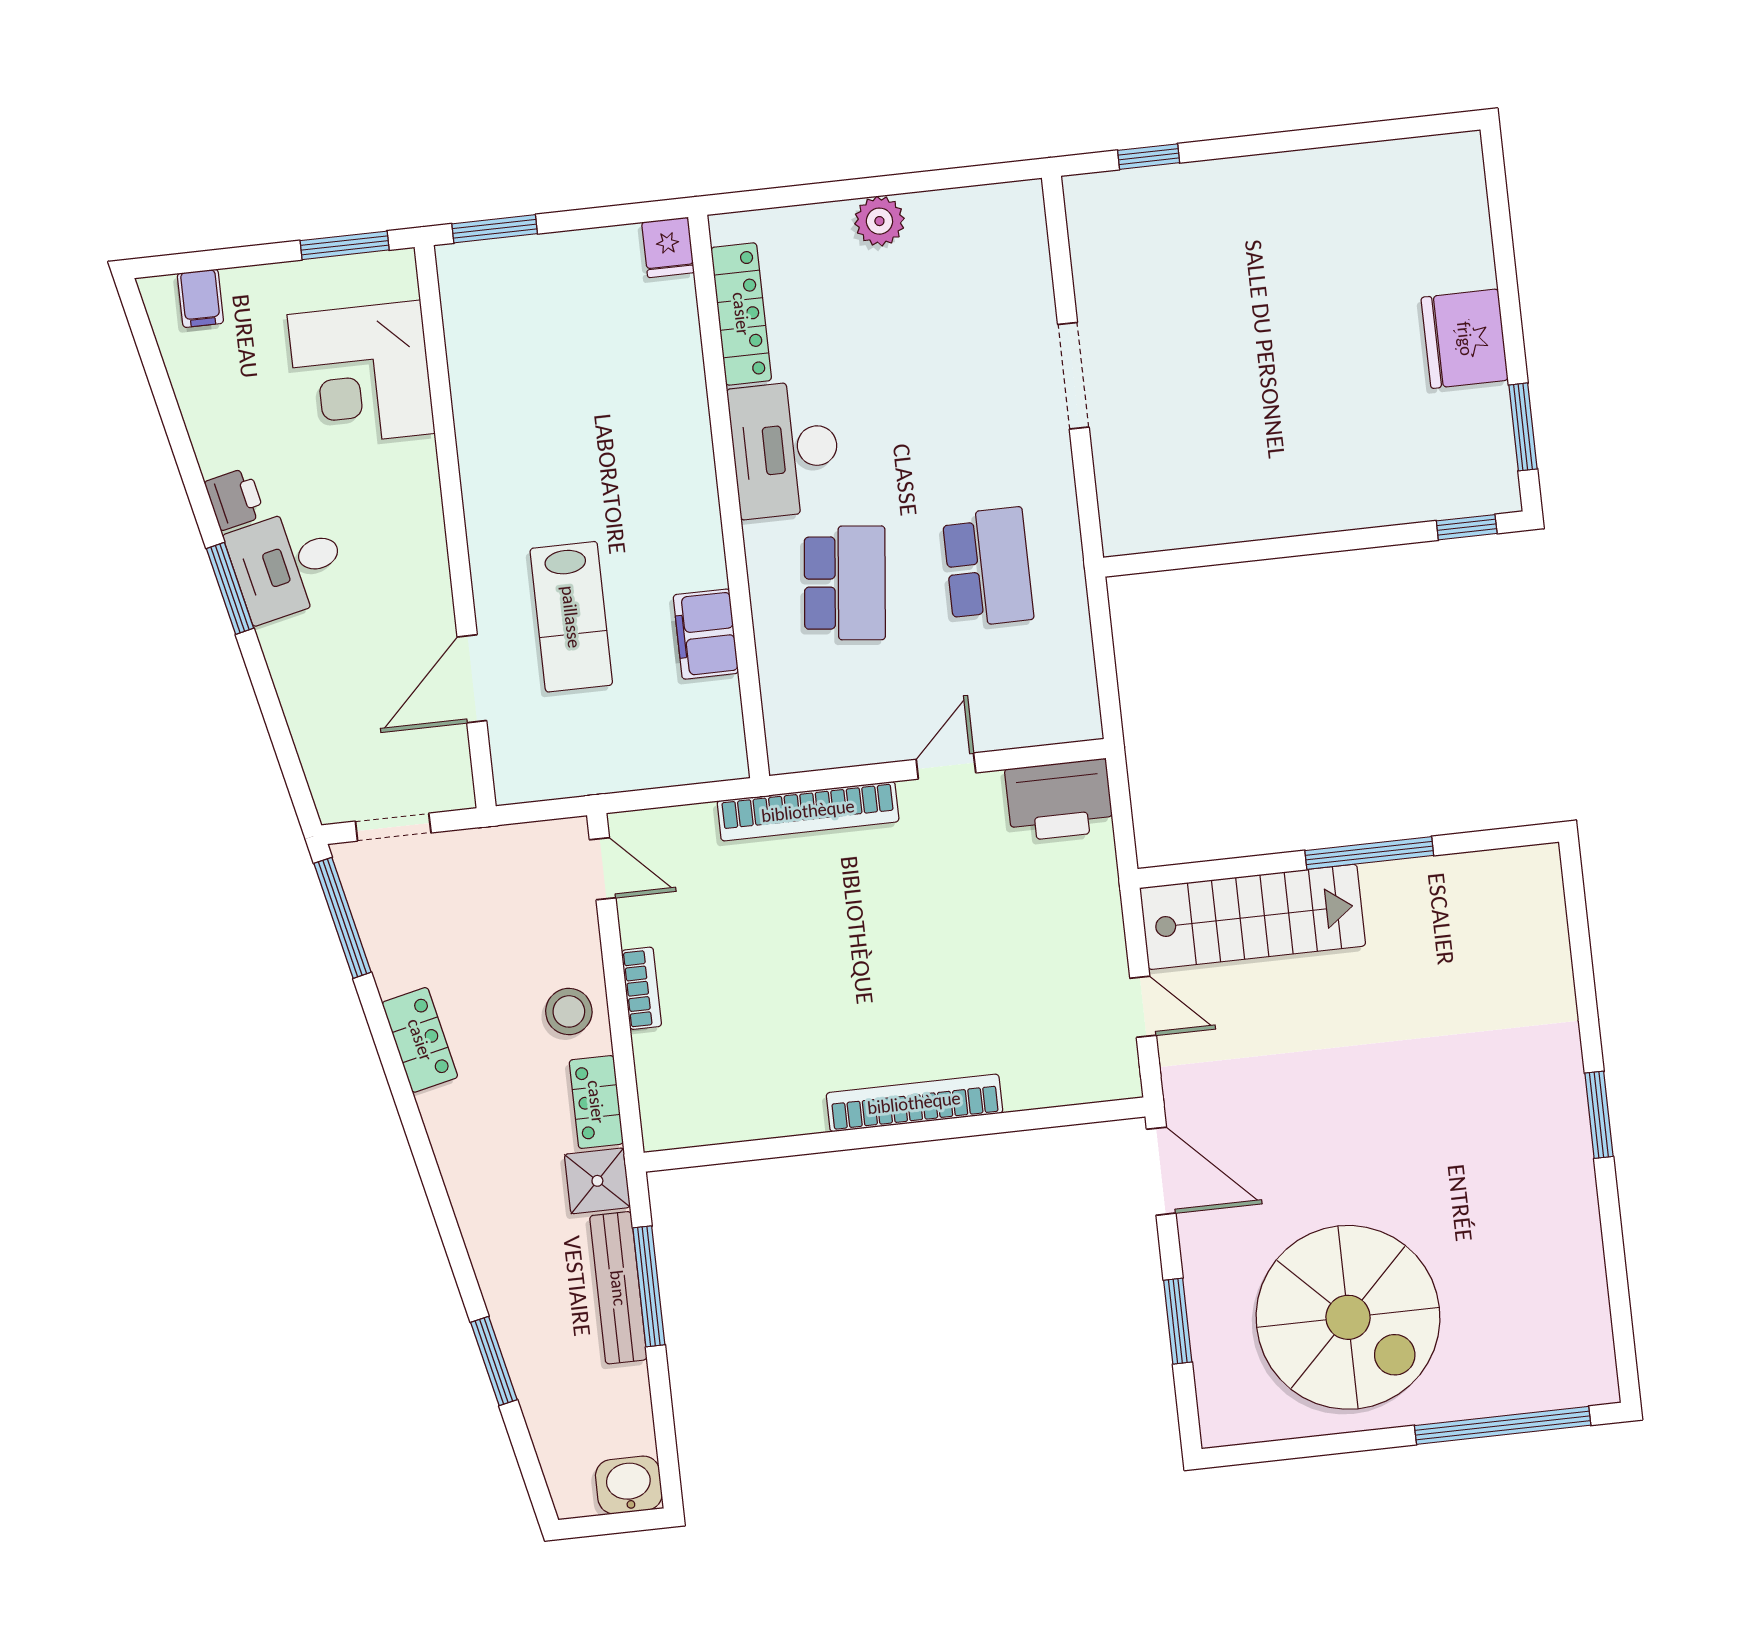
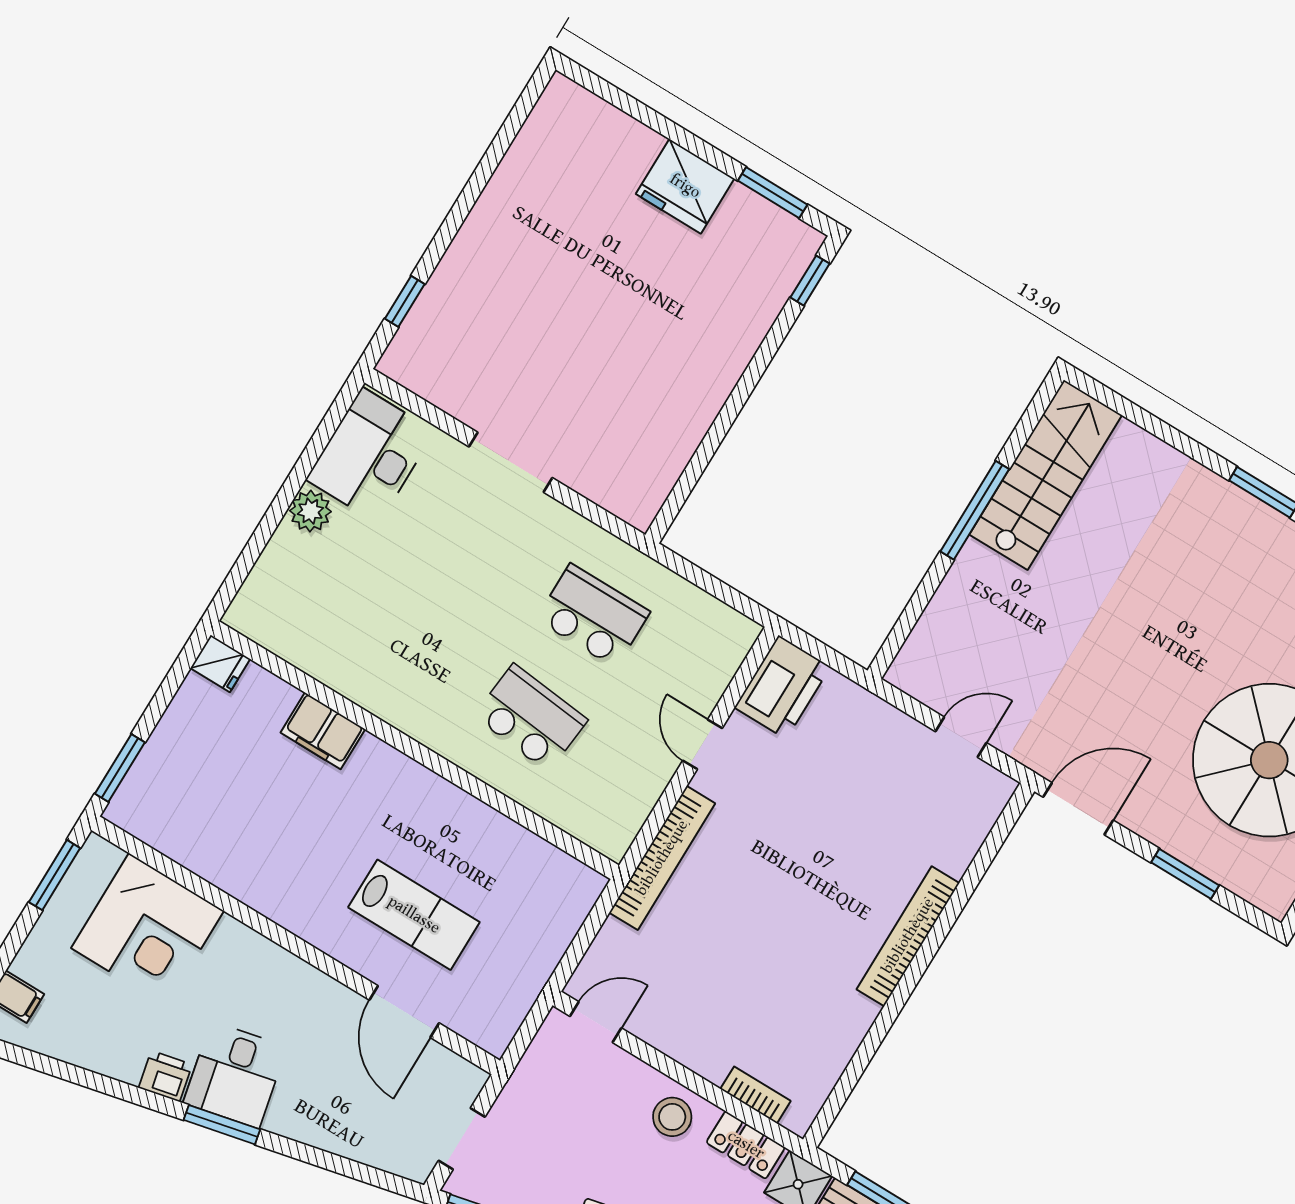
locker: (741, 314) -> (301, 649), removed
desk: (785, 449) -> (370, 455), moved, turned 90
filing cabinet: (706, 634) -> (323, 731), moved
stairs: (1253, 917) -> (1046, 475), moved
bookcase: (642, 988) -> (755, 1095), moved

